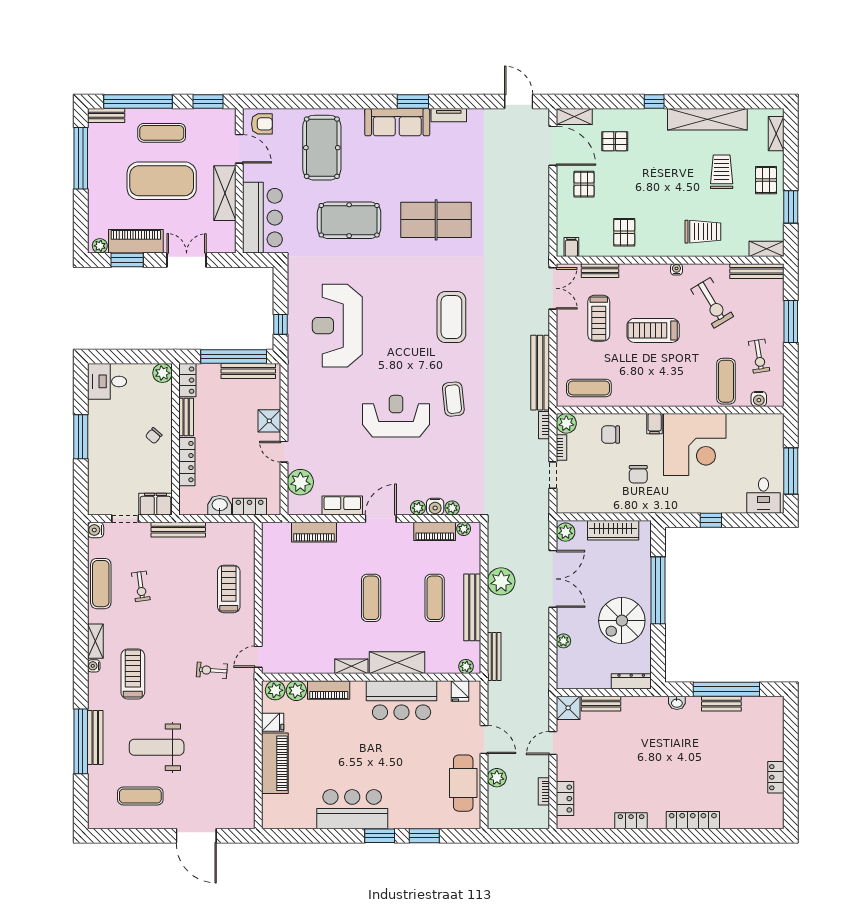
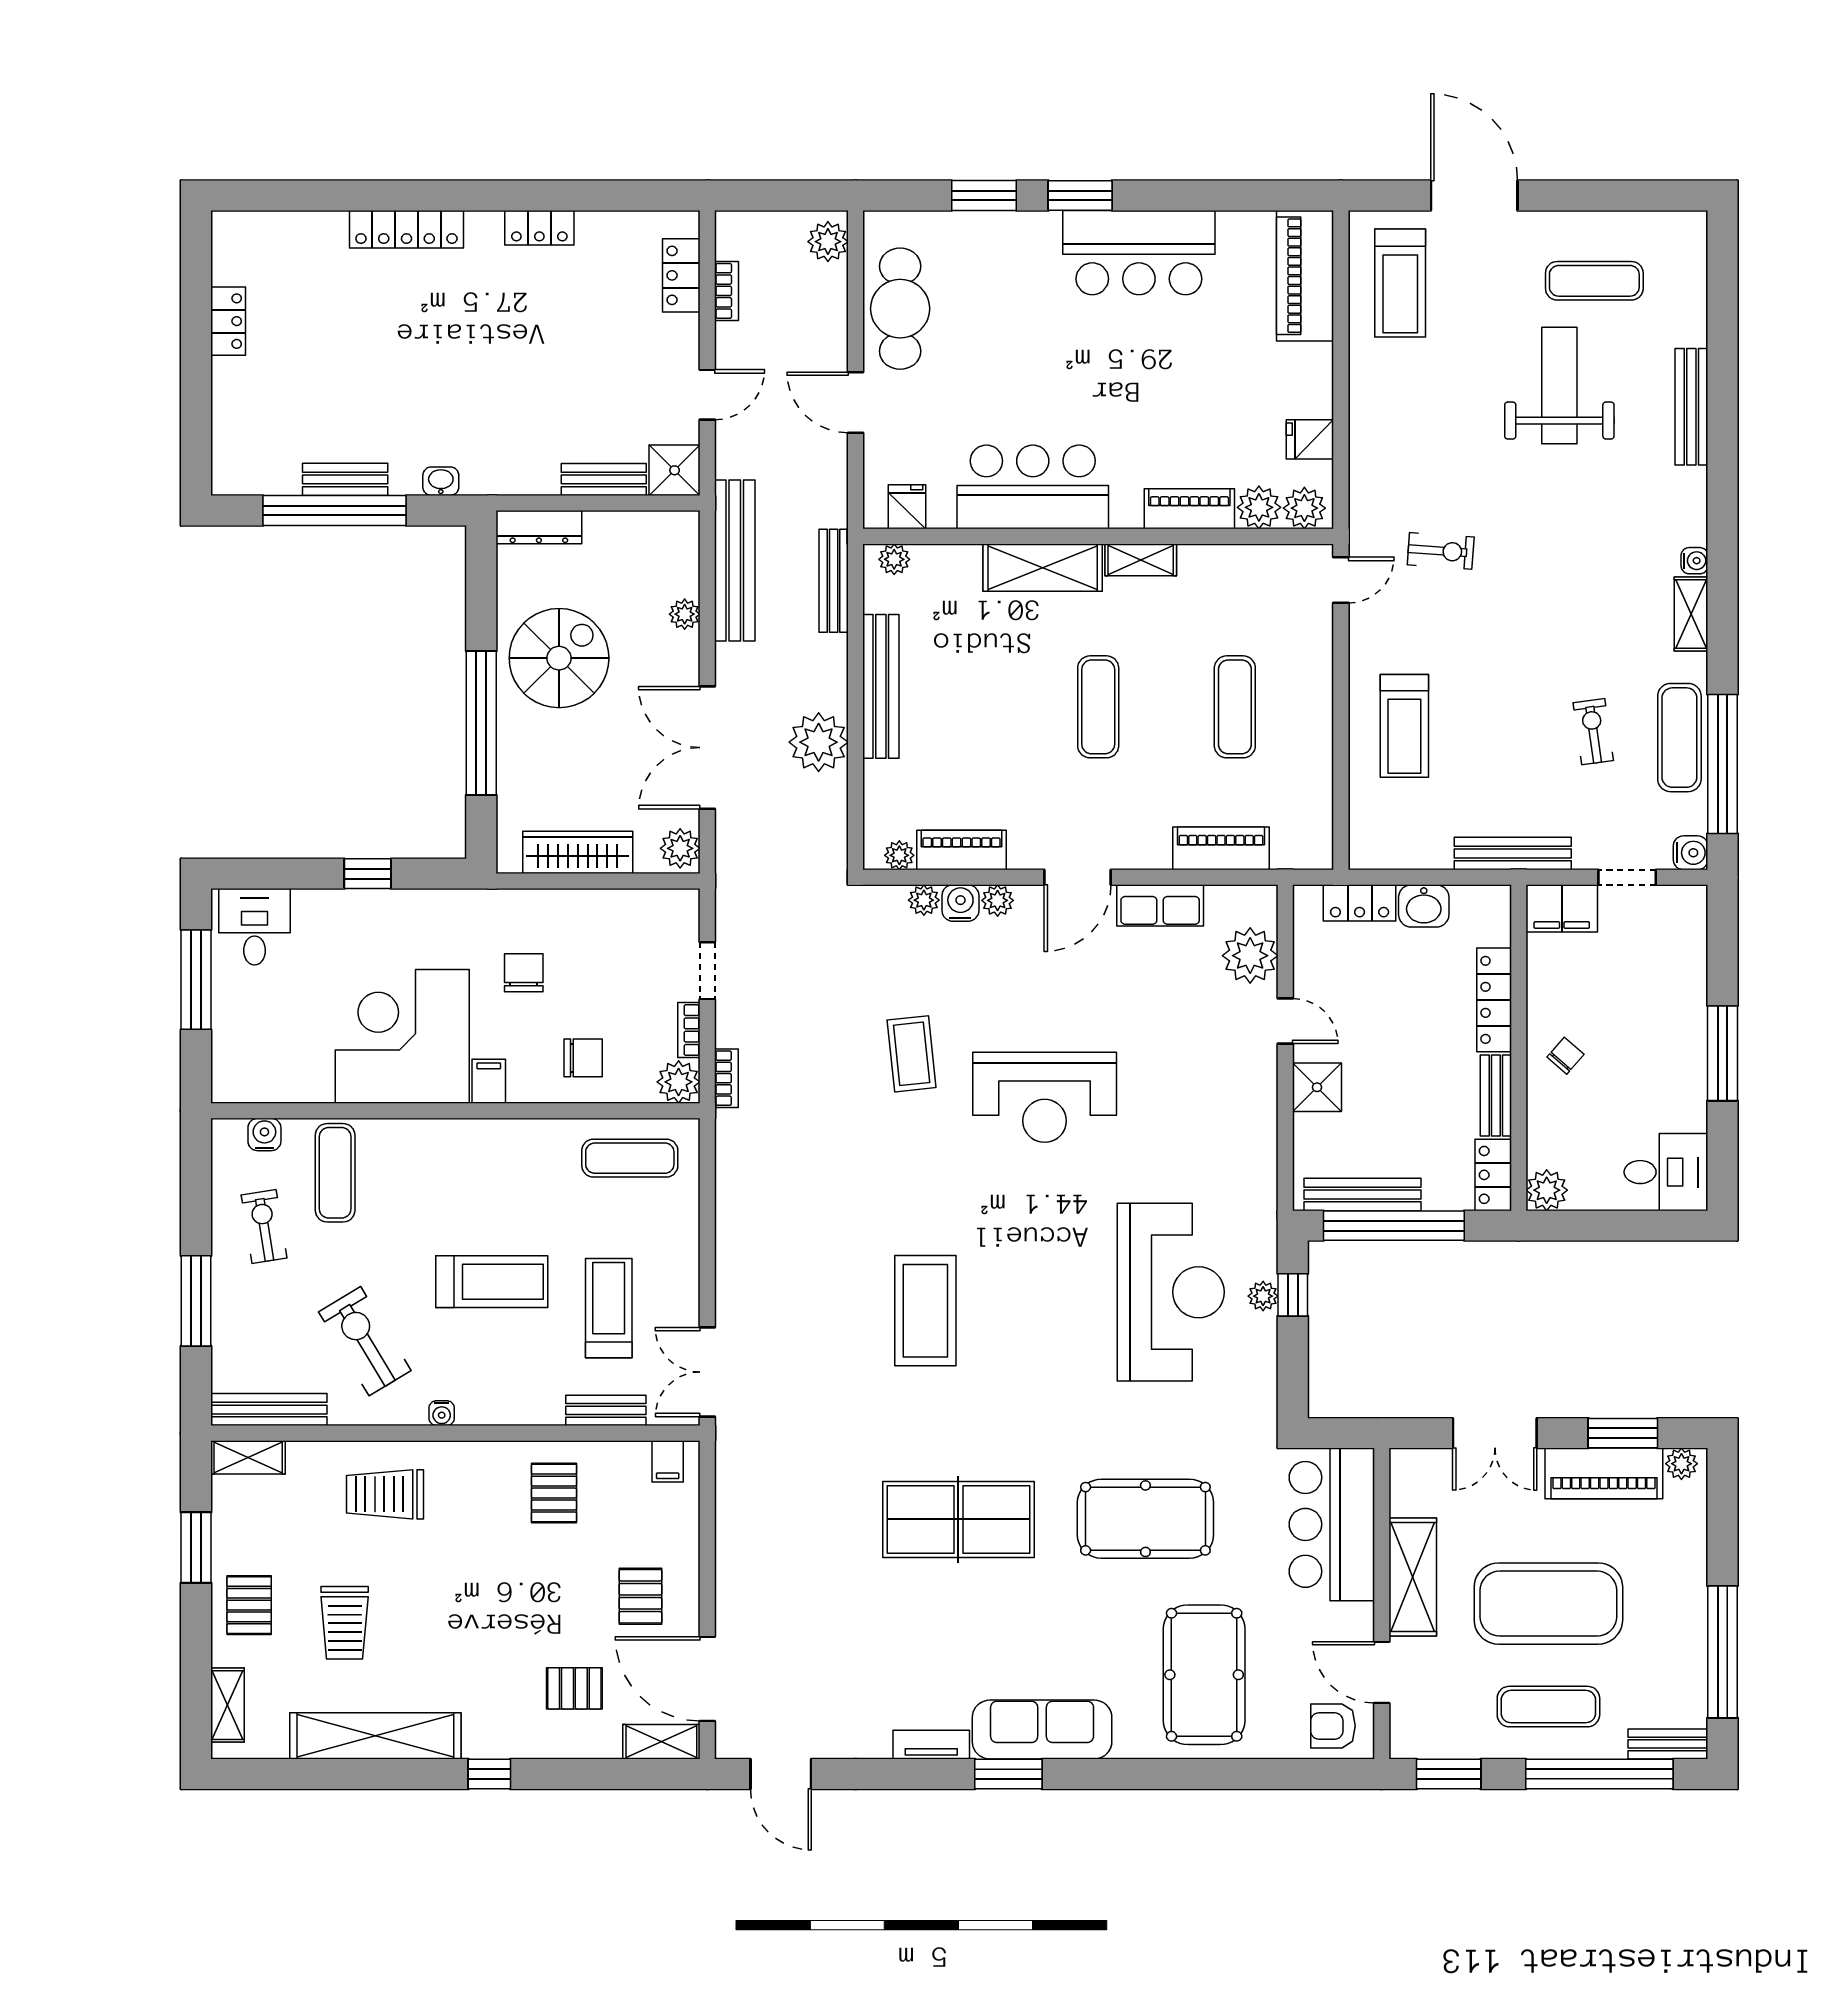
plant: (294, 324) -> (1263, 1296), added
bench: (540, 373) -> (735, 561), moved
coffee table: (453, 399) -> (912, 1054), moved
exercise mat: (435, 598) -> (1235, 707), moved
treadmill: (133, 674) -> (1400, 283), moved
window: (81, 741) -> (1723, 764), moved
weight bench: (157, 747) -> (1559, 386), turned -90
piano: (275, 763) -> (1305, 276), moved
plant: (497, 778) -> (828, 242), moved

